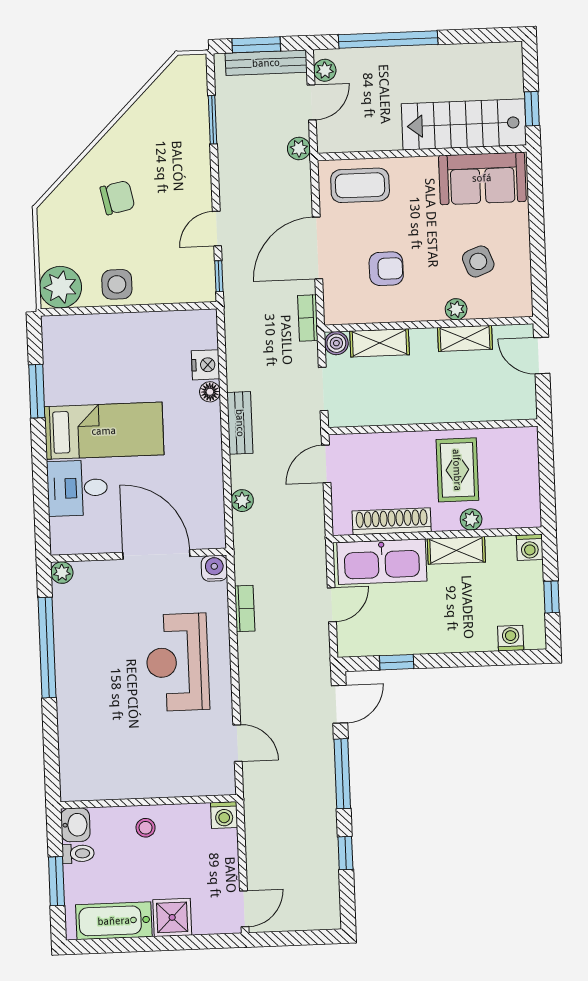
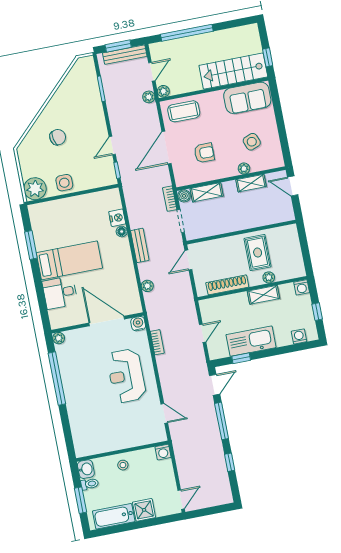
plant: (325, 70) -> (163, 91), moved
bookcase: (308, 318) -> (170, 199), moved
kitchen sink: (382, 562) -> (251, 341), moved, turned 180

